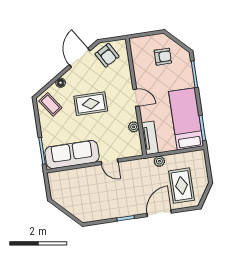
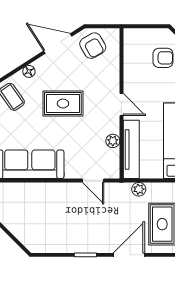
door: (80, 58) -> (58, 44), hinge flipped
tv unit: (150, 138) -> (131, 149), width x1.41
door: (109, 162) -> (93, 180), moved

